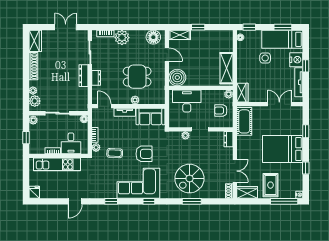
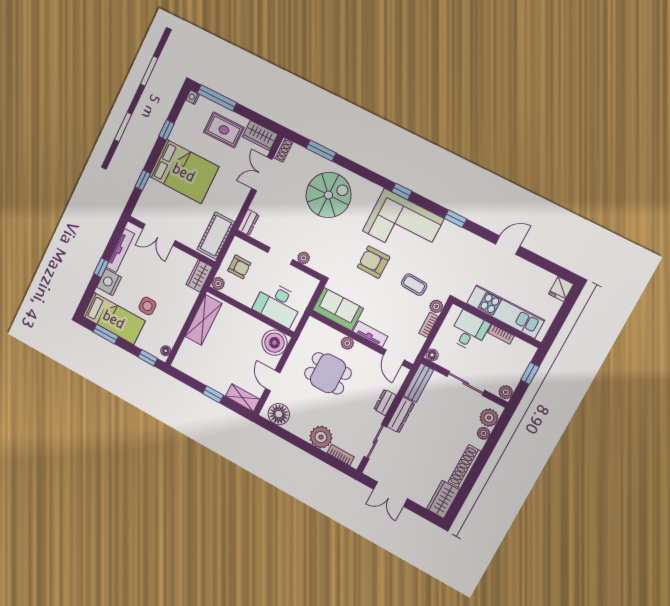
bench: (83, 99) -> (419, 383), added
rug: (271, 185) -> (224, 130), turned 90
window: (192, 201) -> (321, 151), moved

